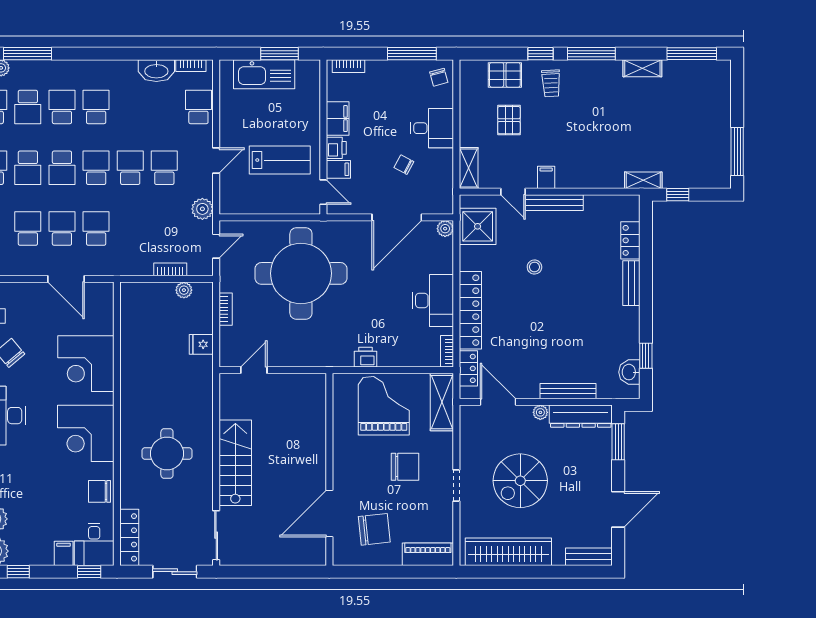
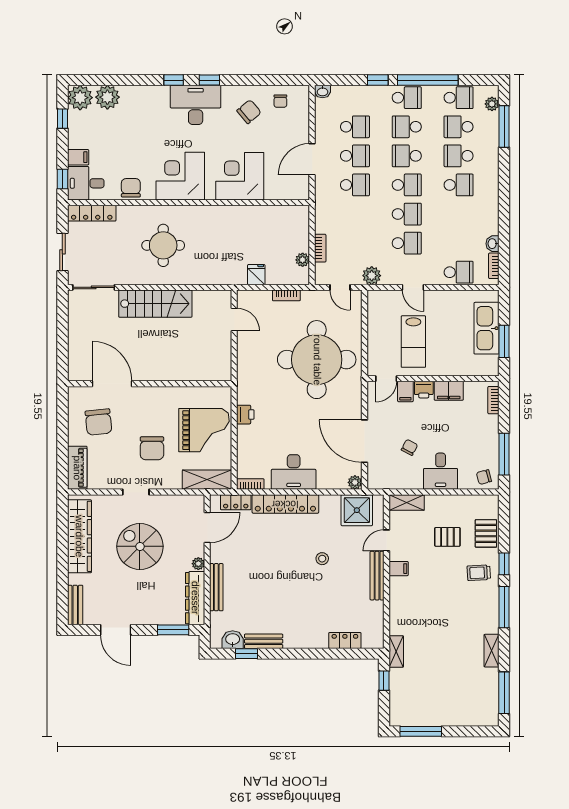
washbasin: (156, 71) -> (493, 244), width x0.52, depth x0.69
school desk: (62, 107) -> (459, 156), turned 180
bench: (631, 283) -> (264, 641), moved

